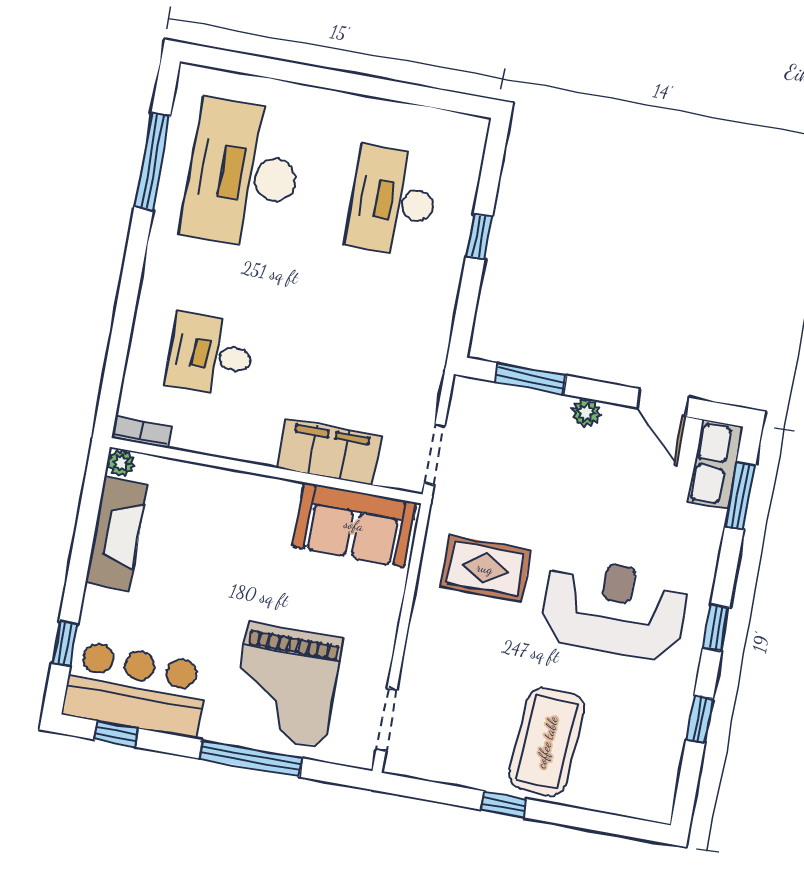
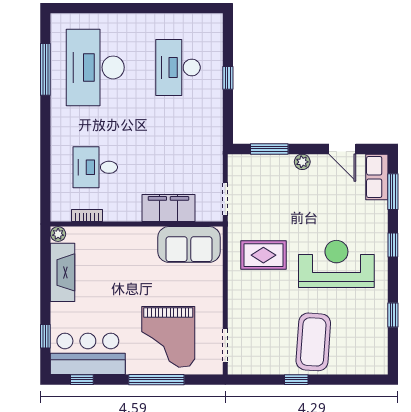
bookcase: (141, 432) -> (87, 215), moved
window: (716, 628) -> (393, 245), moved

